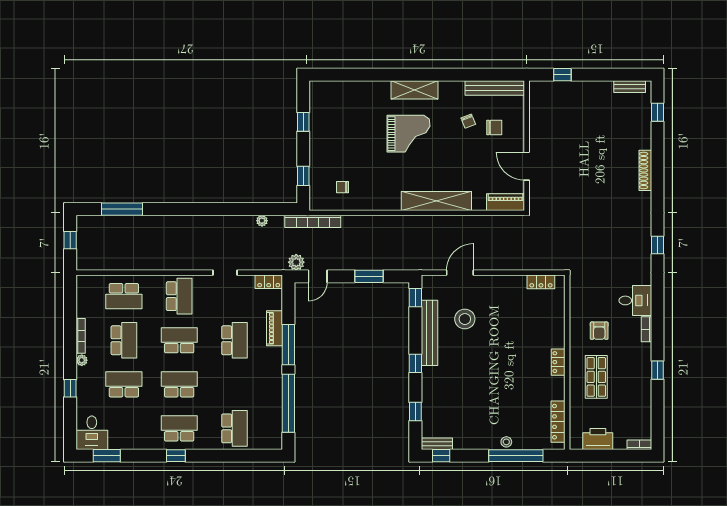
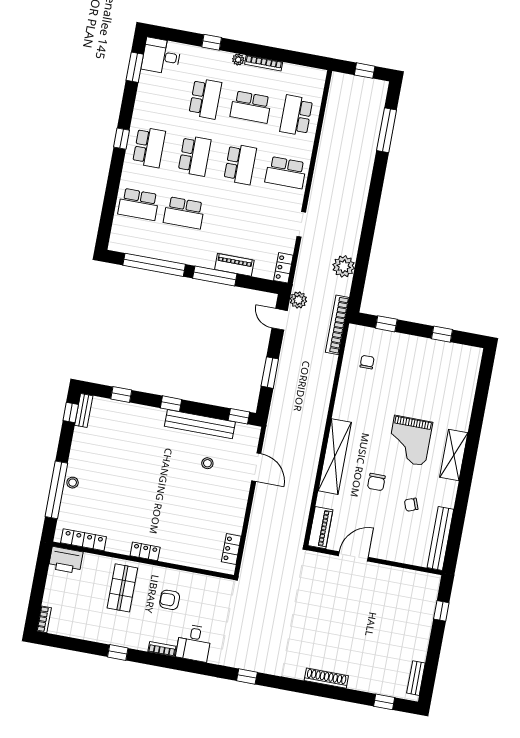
chair: (494, 128) -> (376, 482), moved
plant: (262, 221) -> (344, 266), width x1.88, depth x1.88
stool: (465, 319) -> (207, 463), width x0.53, depth x0.53
school desk: (235, 340) -> (184, 213), moved
shop shelf: (596, 377) -> (122, 588), turned 90
printer: (598, 439) -> (66, 560), moved, turned 90

